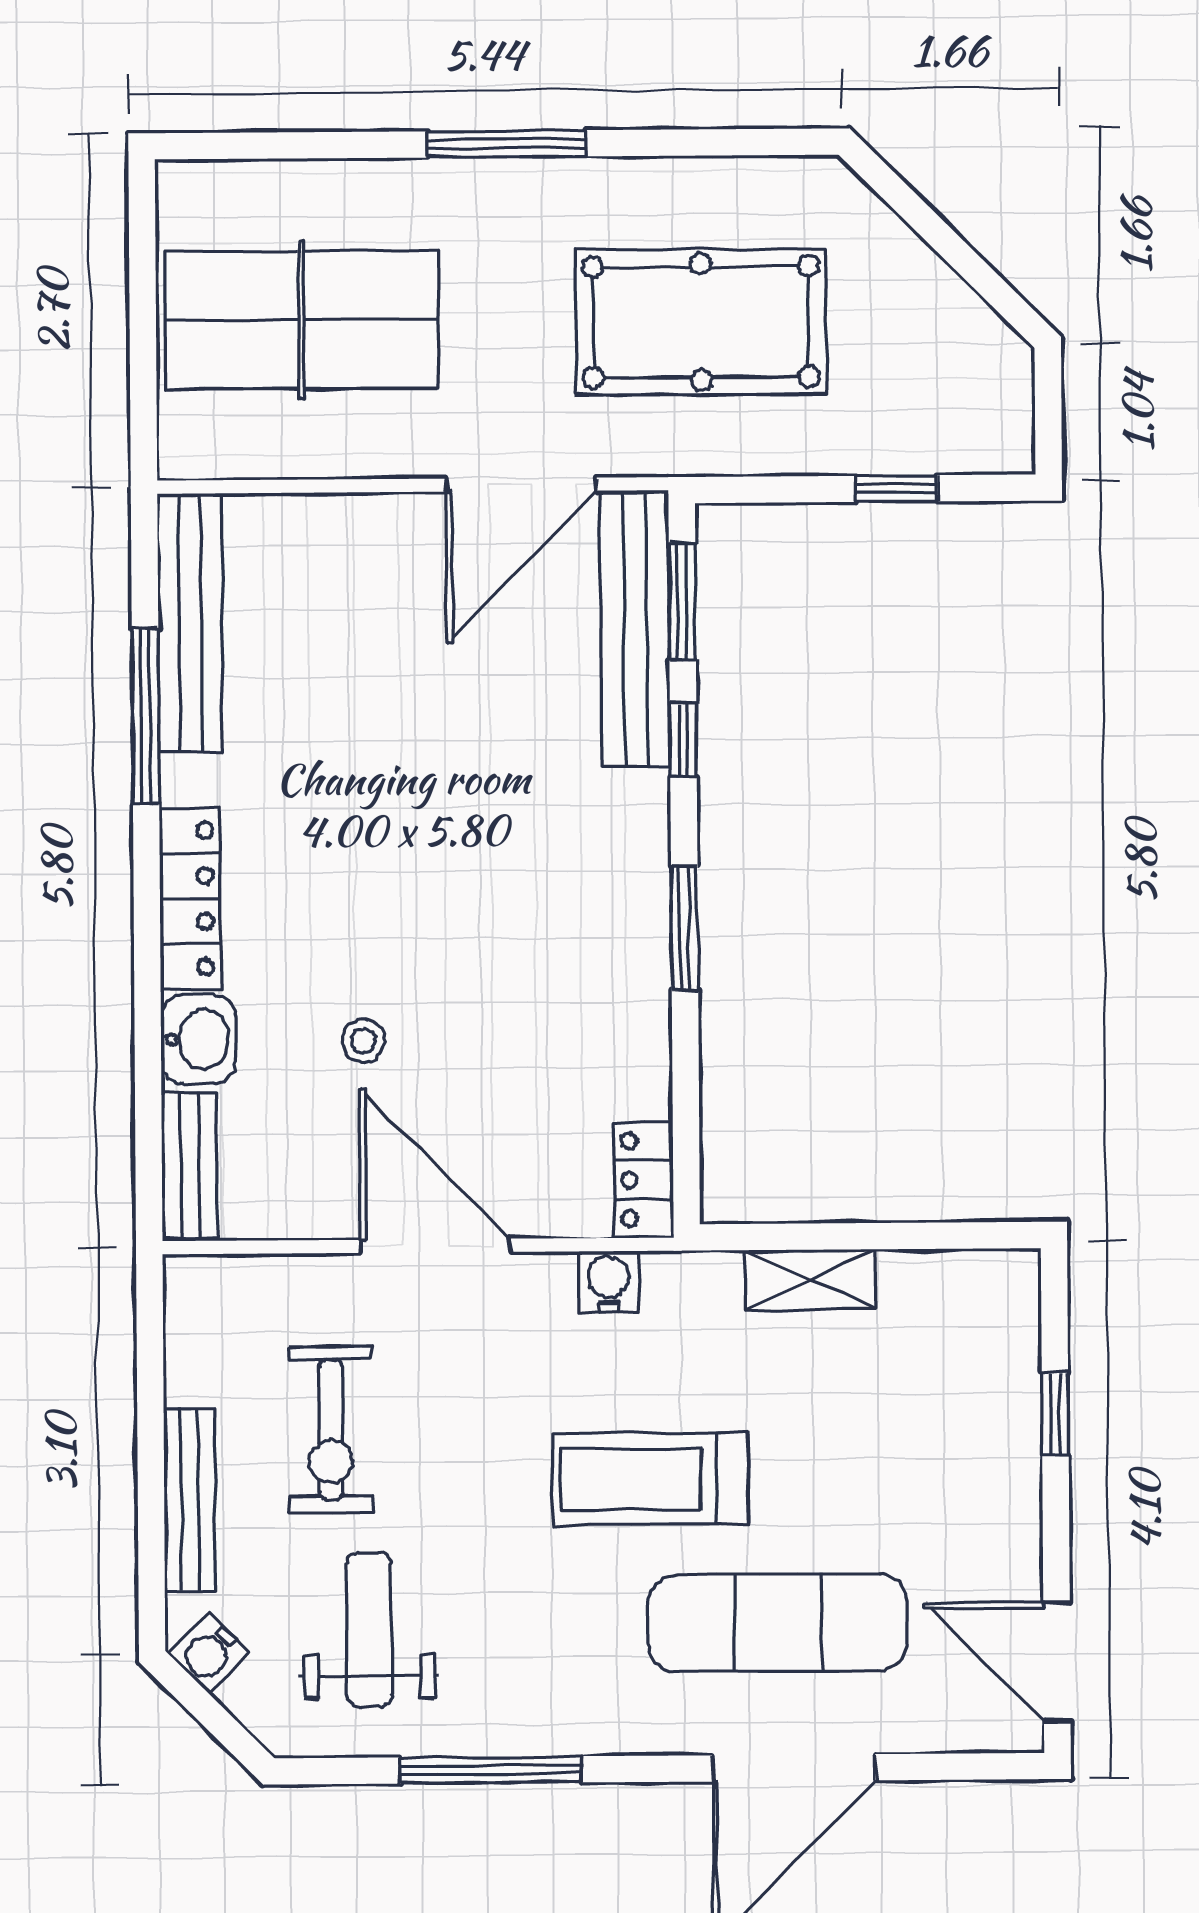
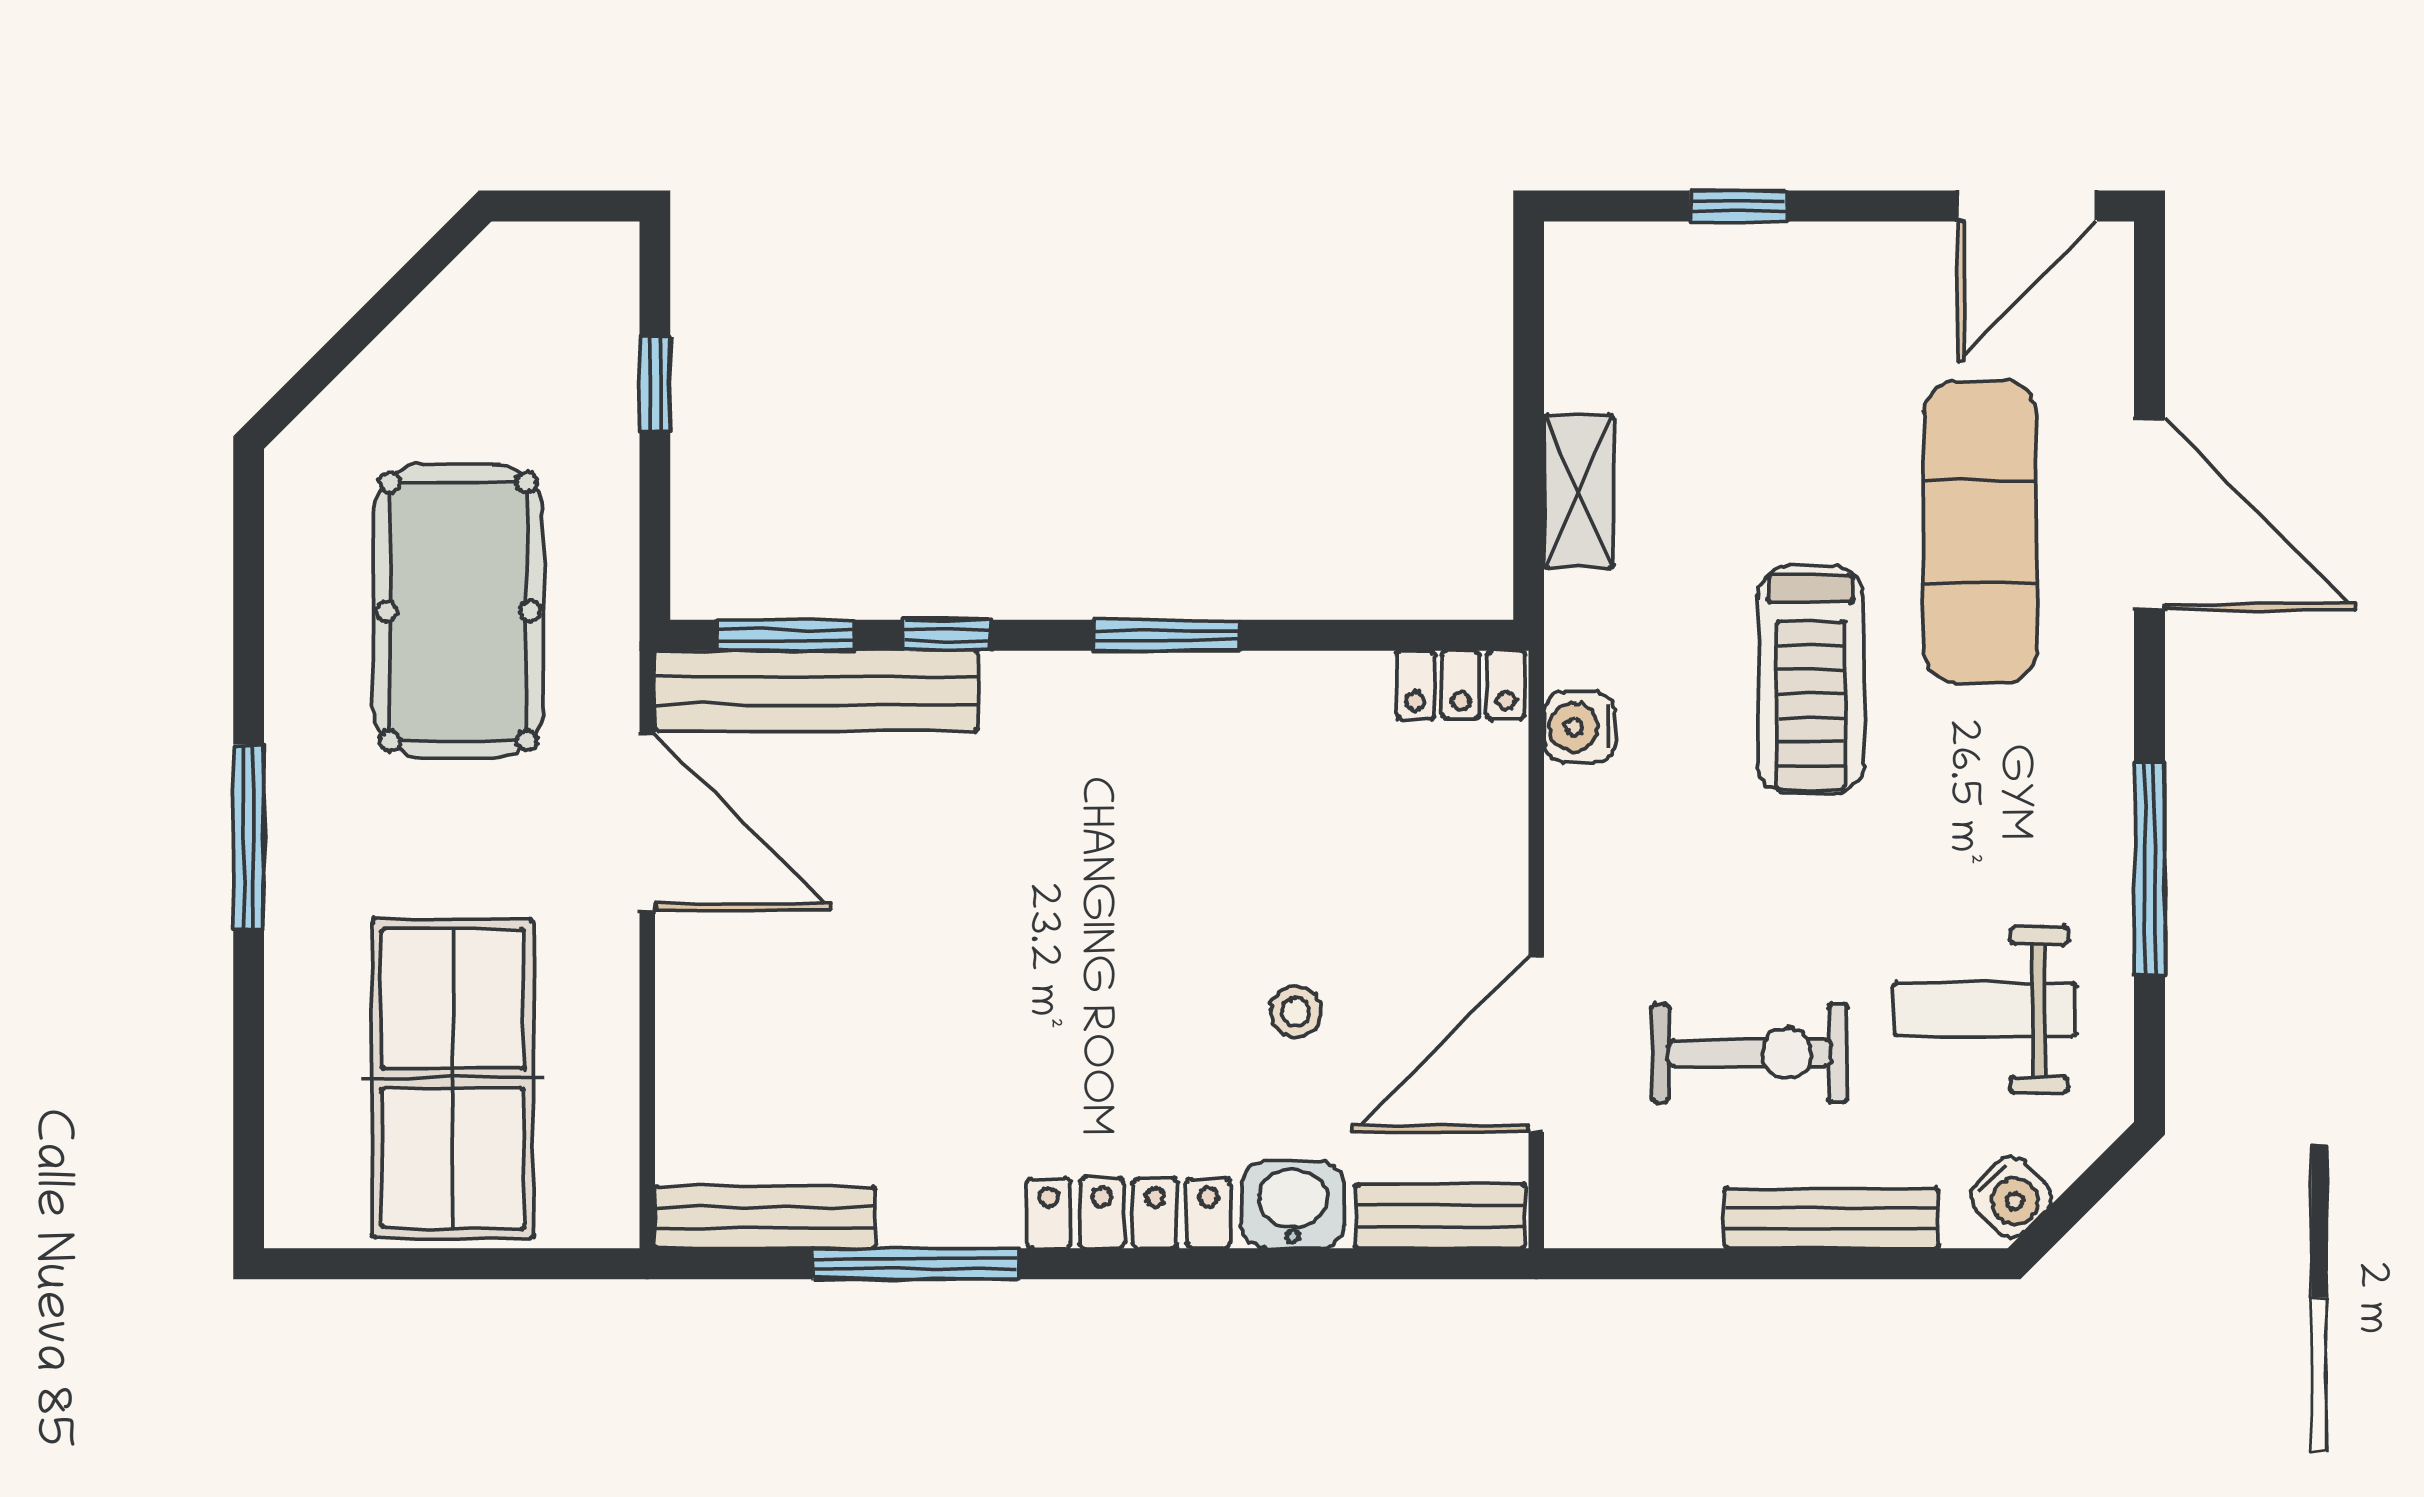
bench: (190, 623) -> (765, 1218), width x0.73, depth x0.82
door: (436, 1246) -> (1536, 1044), moved

